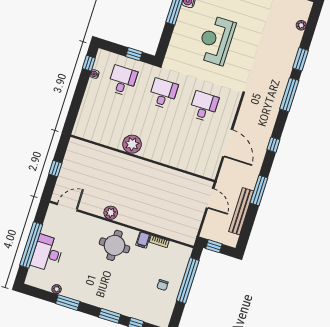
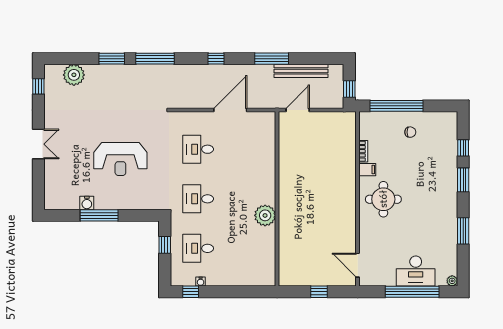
plant: (301, 25) -> (74, 75), width x1.88, depth x1.88
plant: (111, 213) -> (348, 215), removed
plant: (57, 289) -> (452, 281), moved

